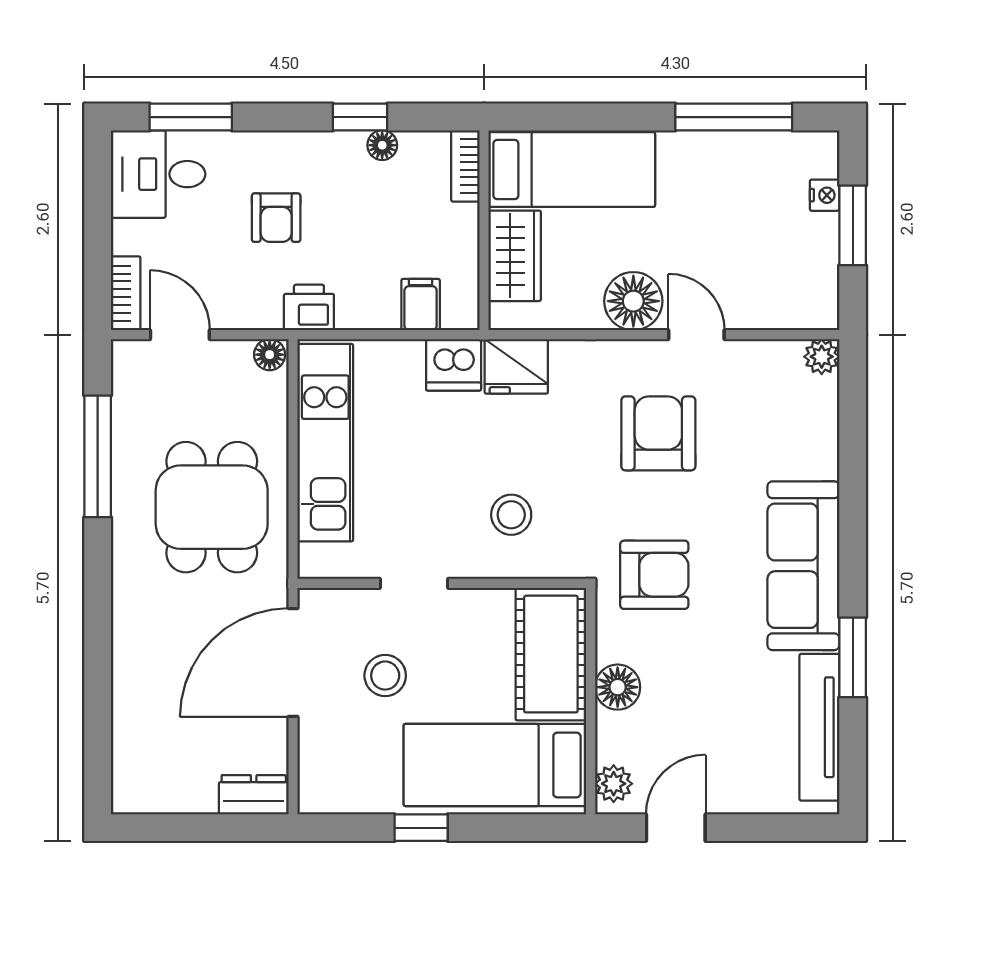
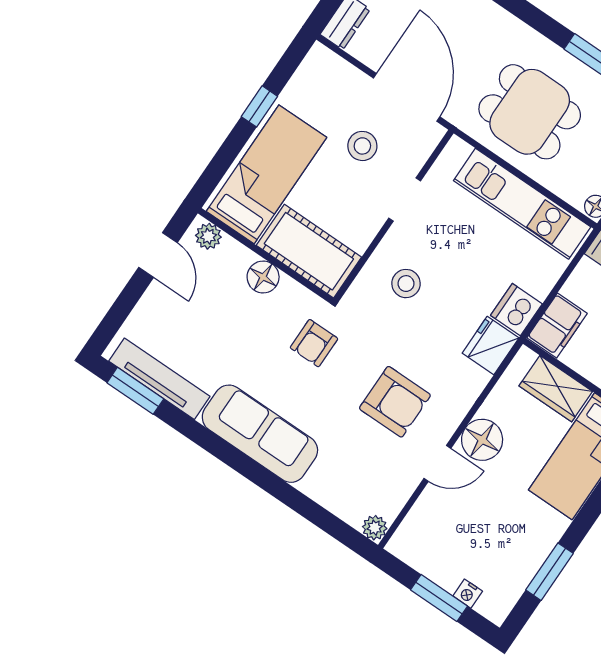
window: (734, 117) -> (549, 572), width x0.69
filing cabinet: (421, 305) -> (557, 326), width x2.00
armchair: (654, 575) -> (314, 343), width x0.72, depth x0.72
window: (853, 657) -> (135, 391), moved

